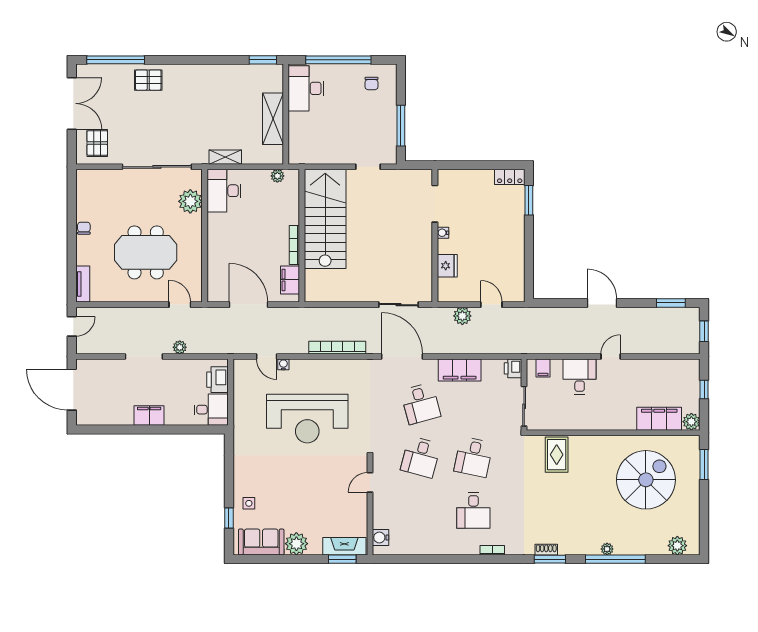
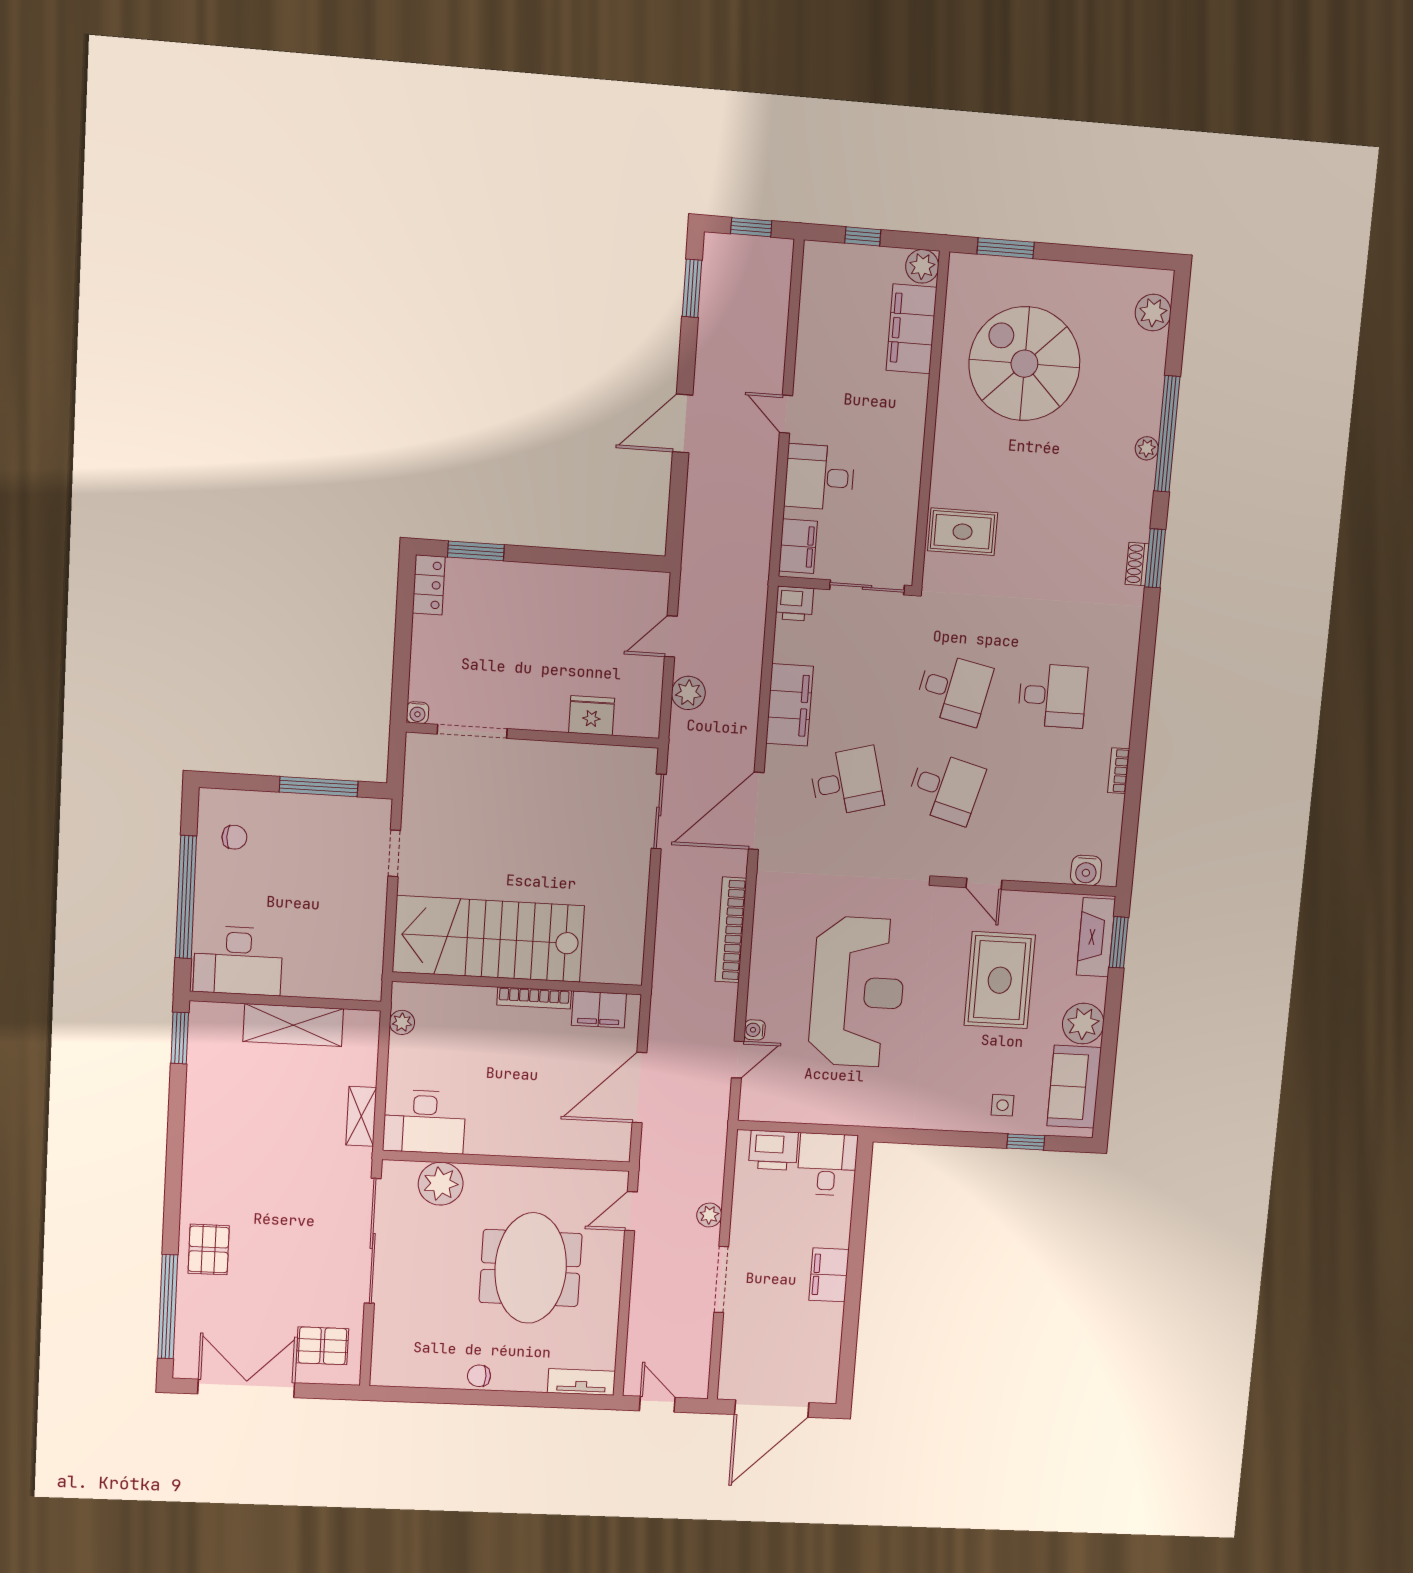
water cooler: (443, 233) -> (418, 713), moved
filing cabinet: (543, 368) -> (798, 546), width x2.00
rug: (318, 496) -> (1000, 980), added
bookcase: (492, 550) -> (1119, 771), moved

